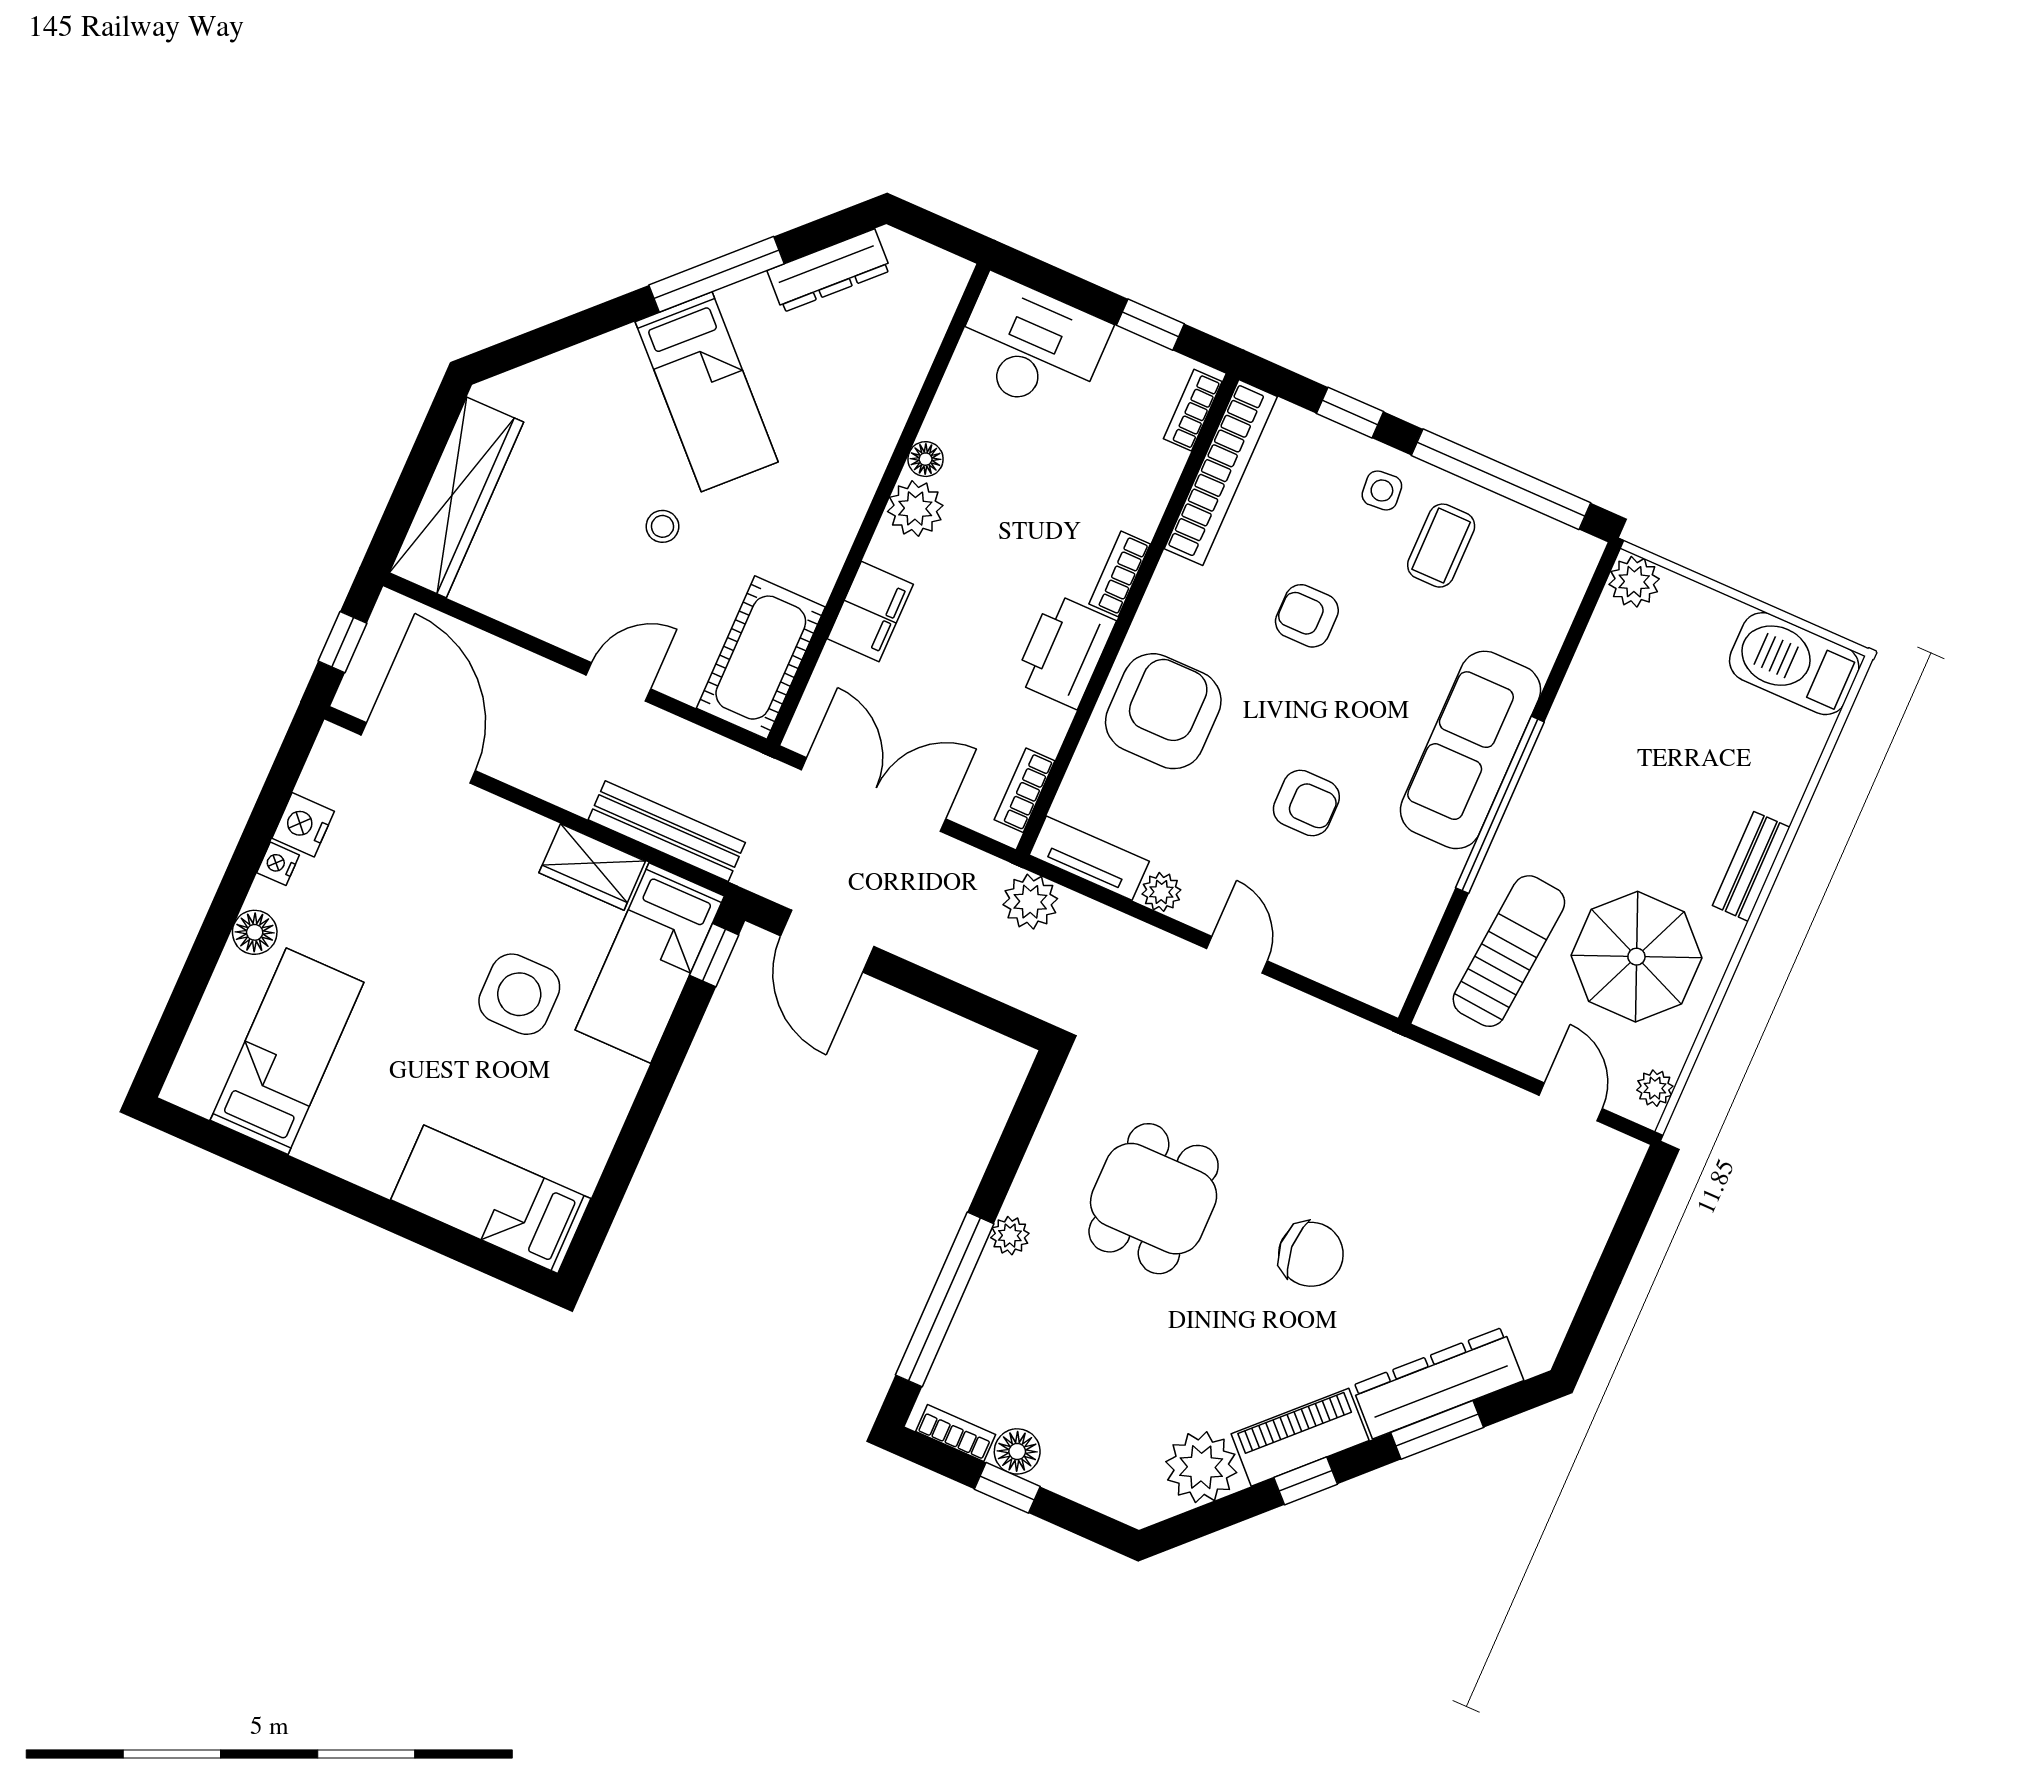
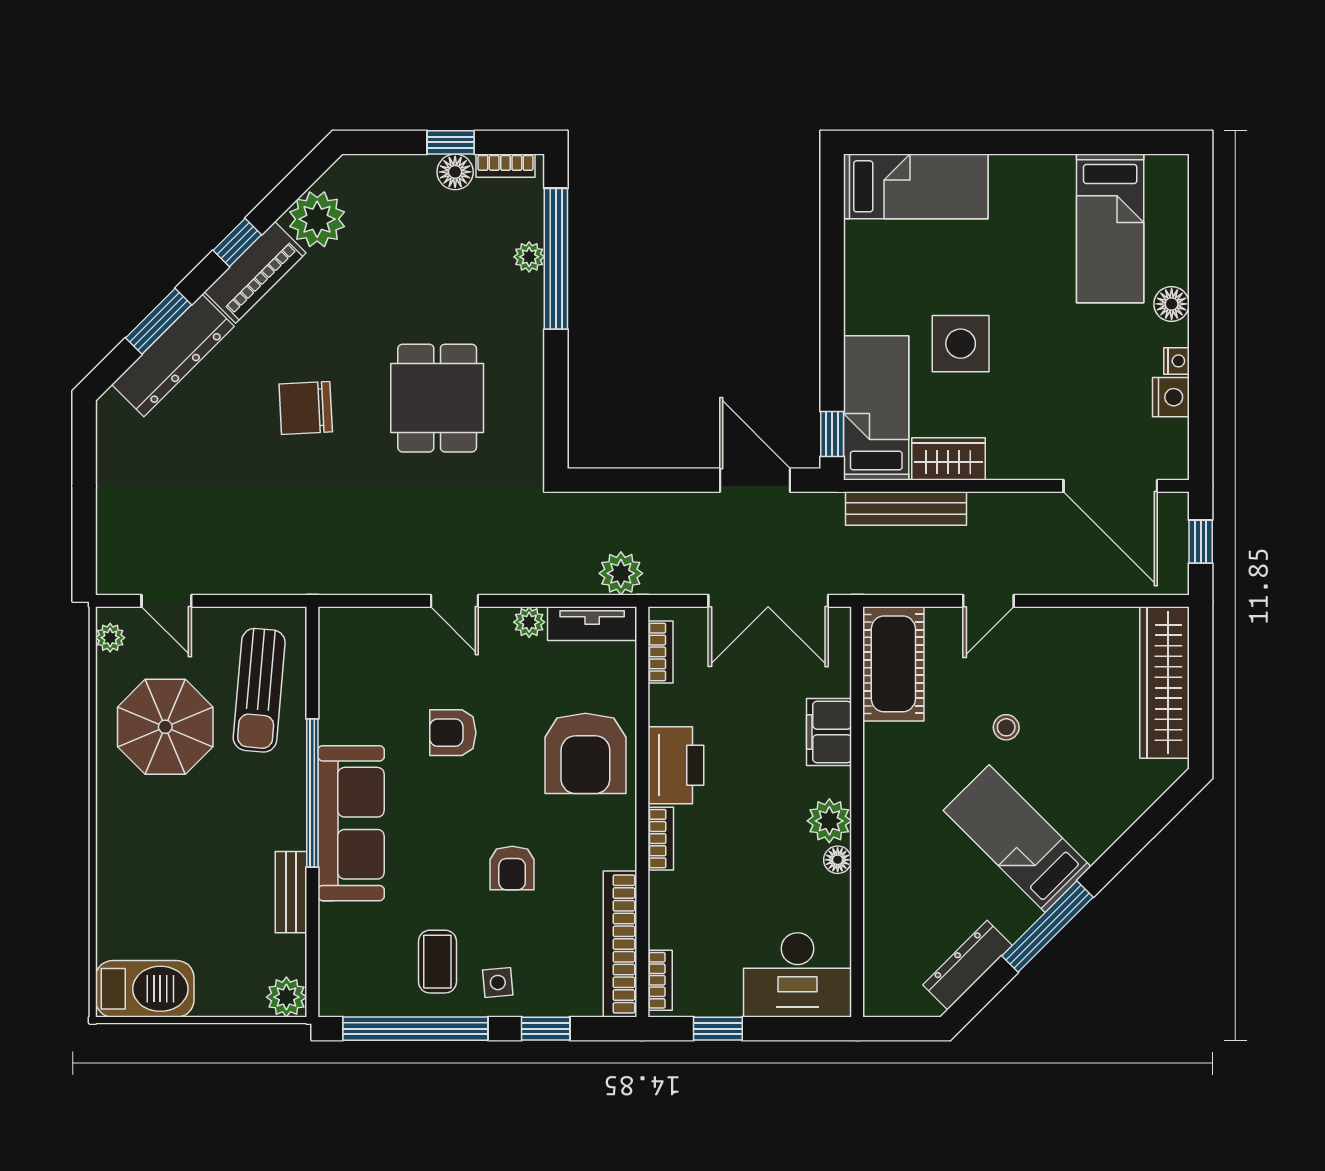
armchair: (1307, 616) -> (512, 868), turned 90
bench: (1751, 866) -> (291, 892), moved
plant: (1010, 1236) -> (529, 257), moved

